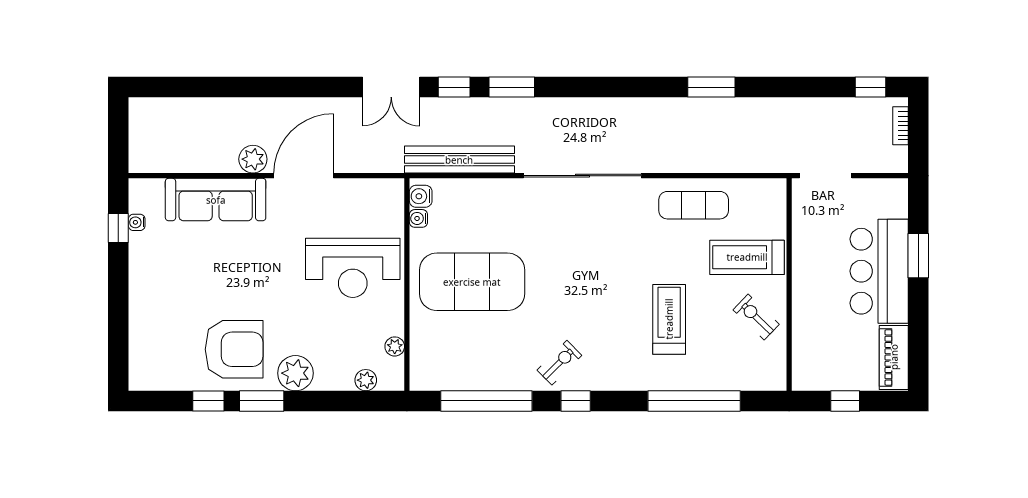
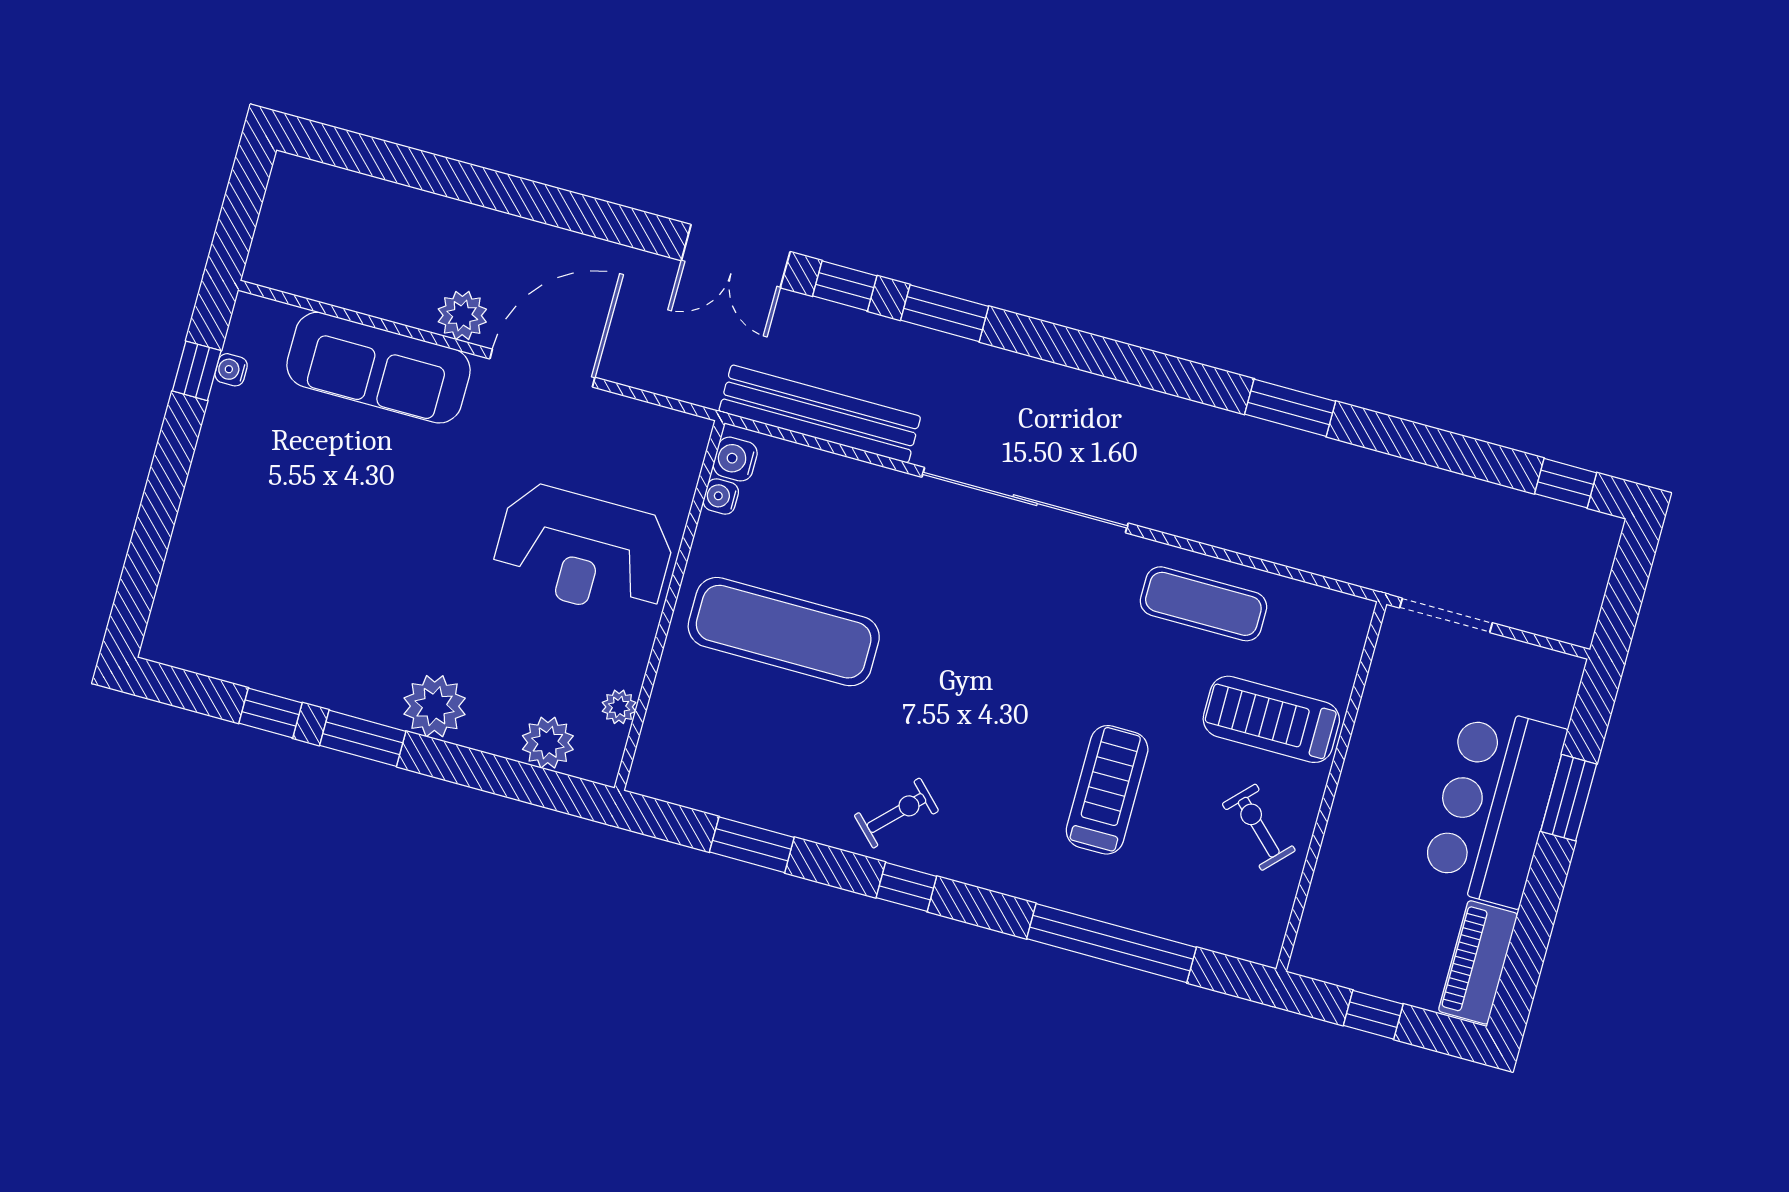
bookcase: (901, 126) -> (1599, 564), removed
exercise mat: (472, 282) -> (784, 632), width x0.68
armchair: (234, 349) -> (340, 636), removed
plant: (366, 380) -> (548, 743), width x1.38, depth x1.38
window: (486, 401) -> (752, 845), width x0.47

